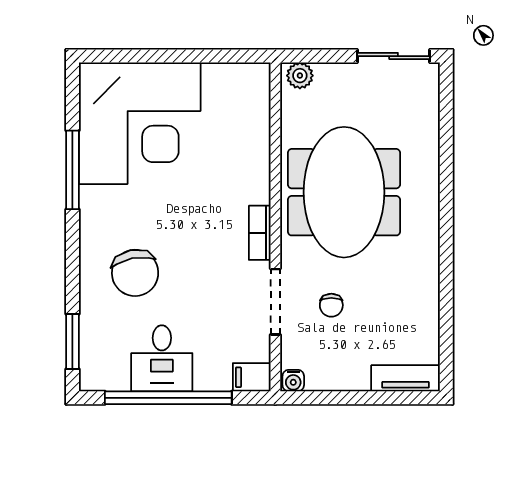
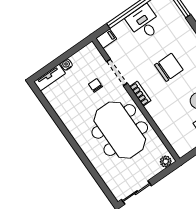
chair: (135, 273) -> (169, 67), moved, turned 101
water cooler: (293, 381) -> (66, 65), moved

